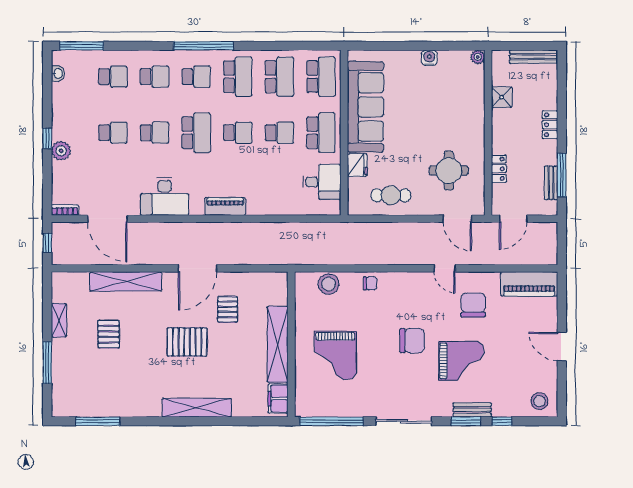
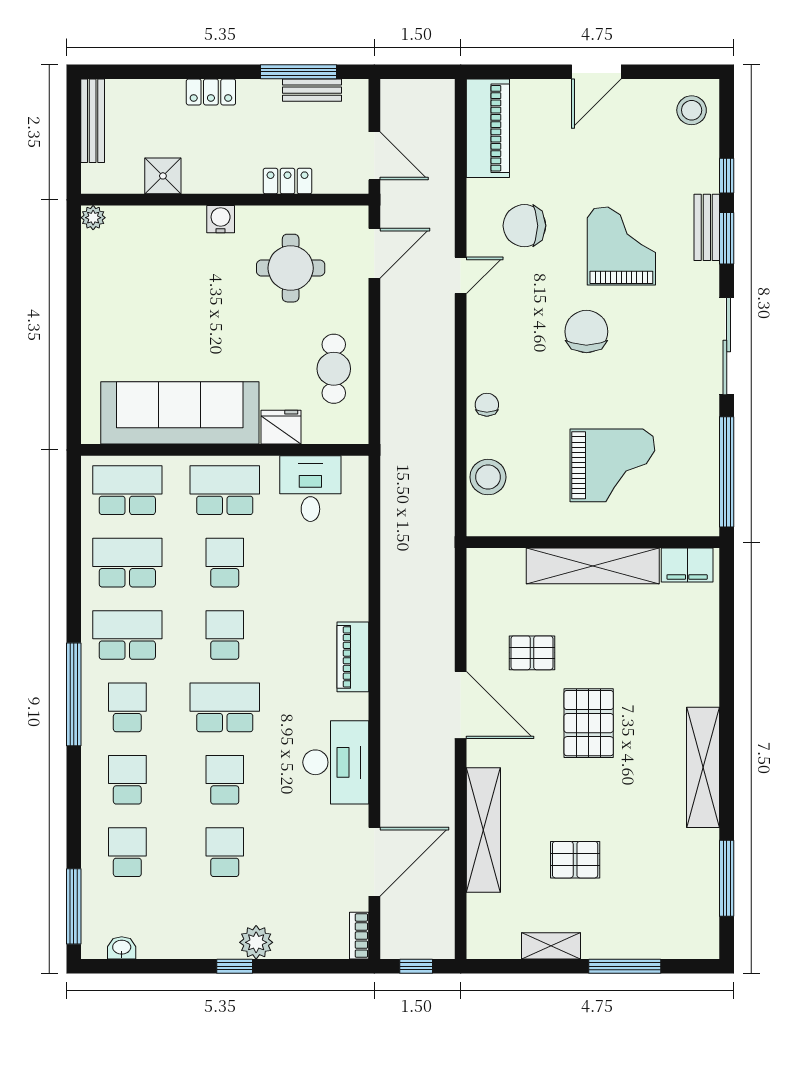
water cooler: (429, 58) -> (221, 219), moved, turned 90
shelving: (197, 408) -> (703, 767), moved

